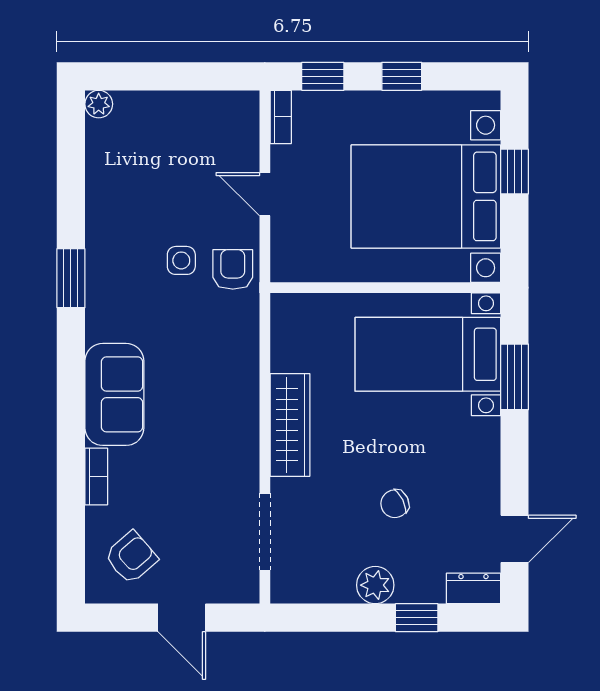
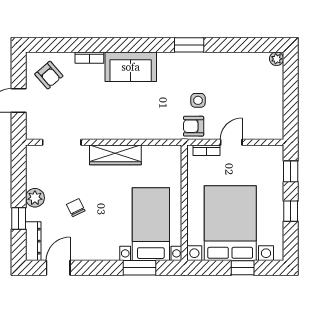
bookcase: (281, 117) -> (206, 150), moved
armchair: (233, 269) -> (194, 126), turned 180
door: (515, 539) -> (58, 268), swing flipped
dresser: (473, 588) -> (33, 241), width x1.44

